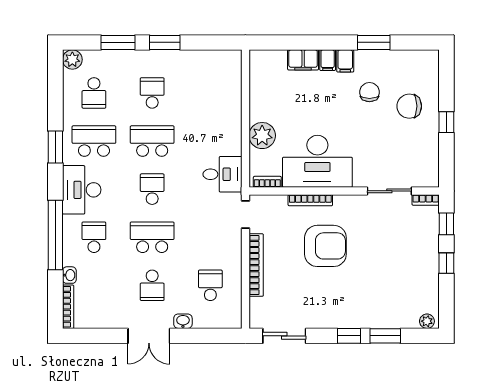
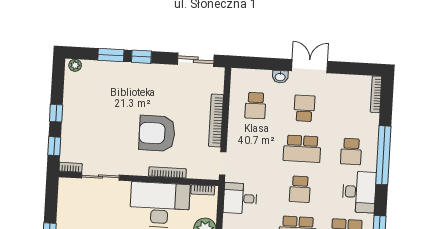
washbasin: (69, 275) -> (374, 121), removed

